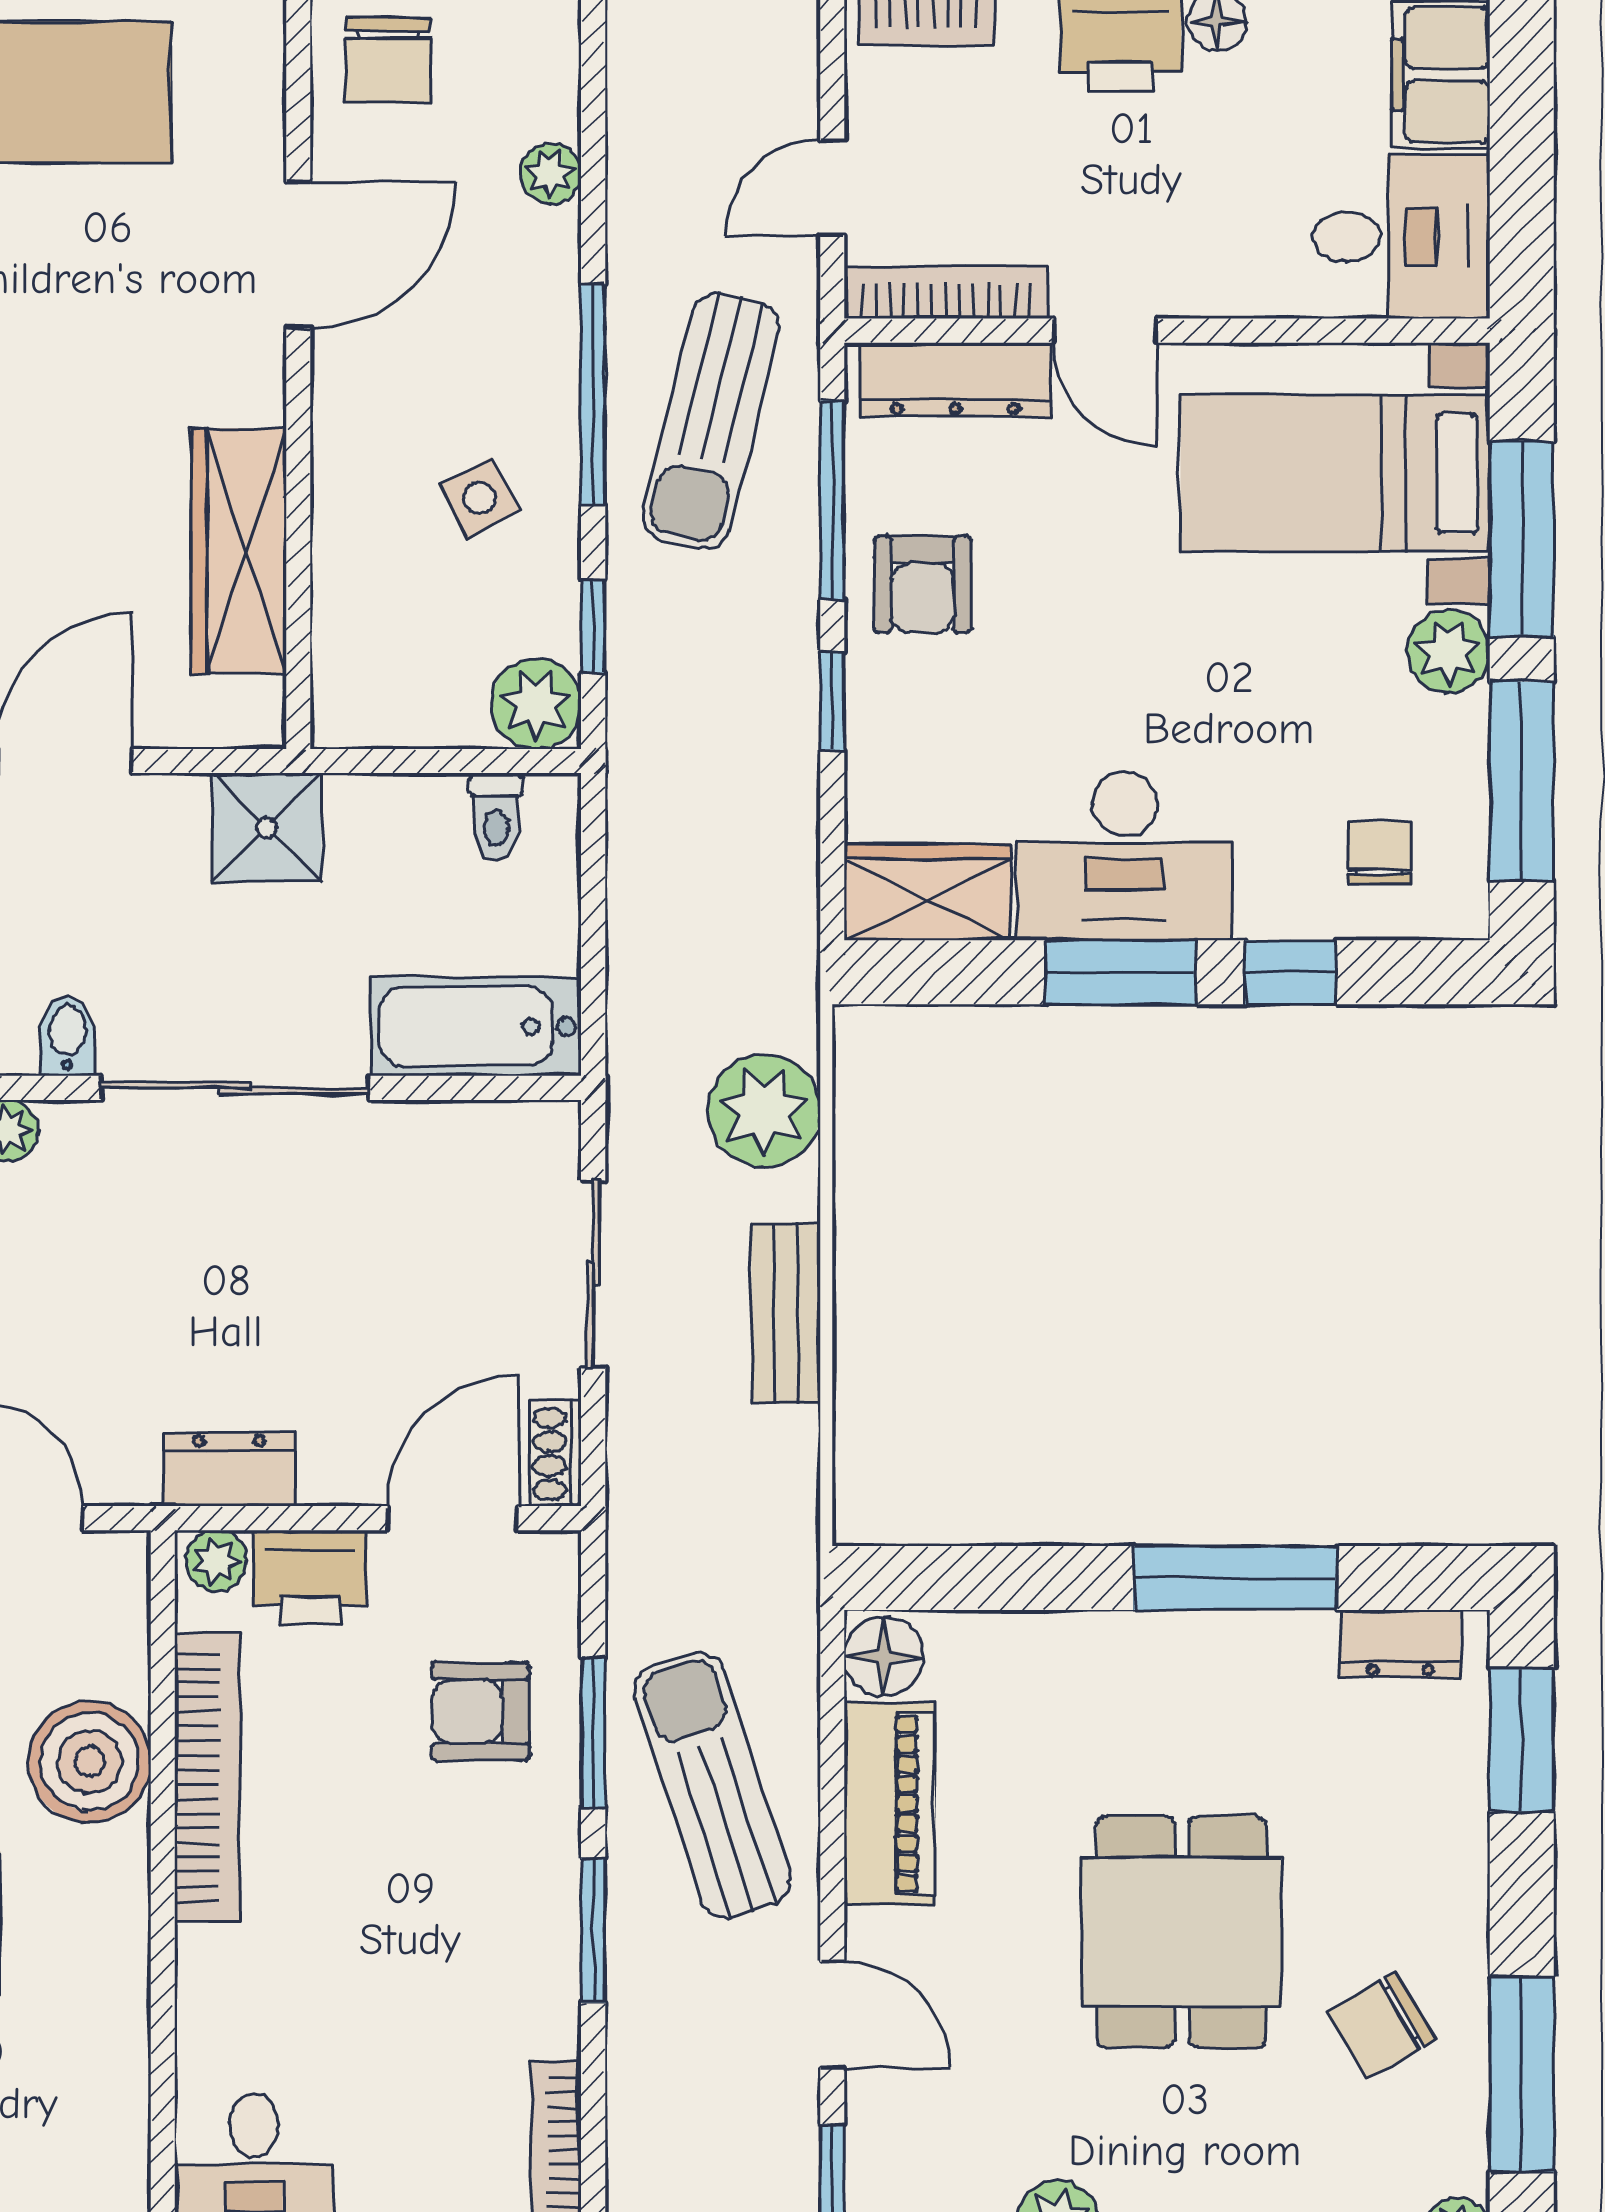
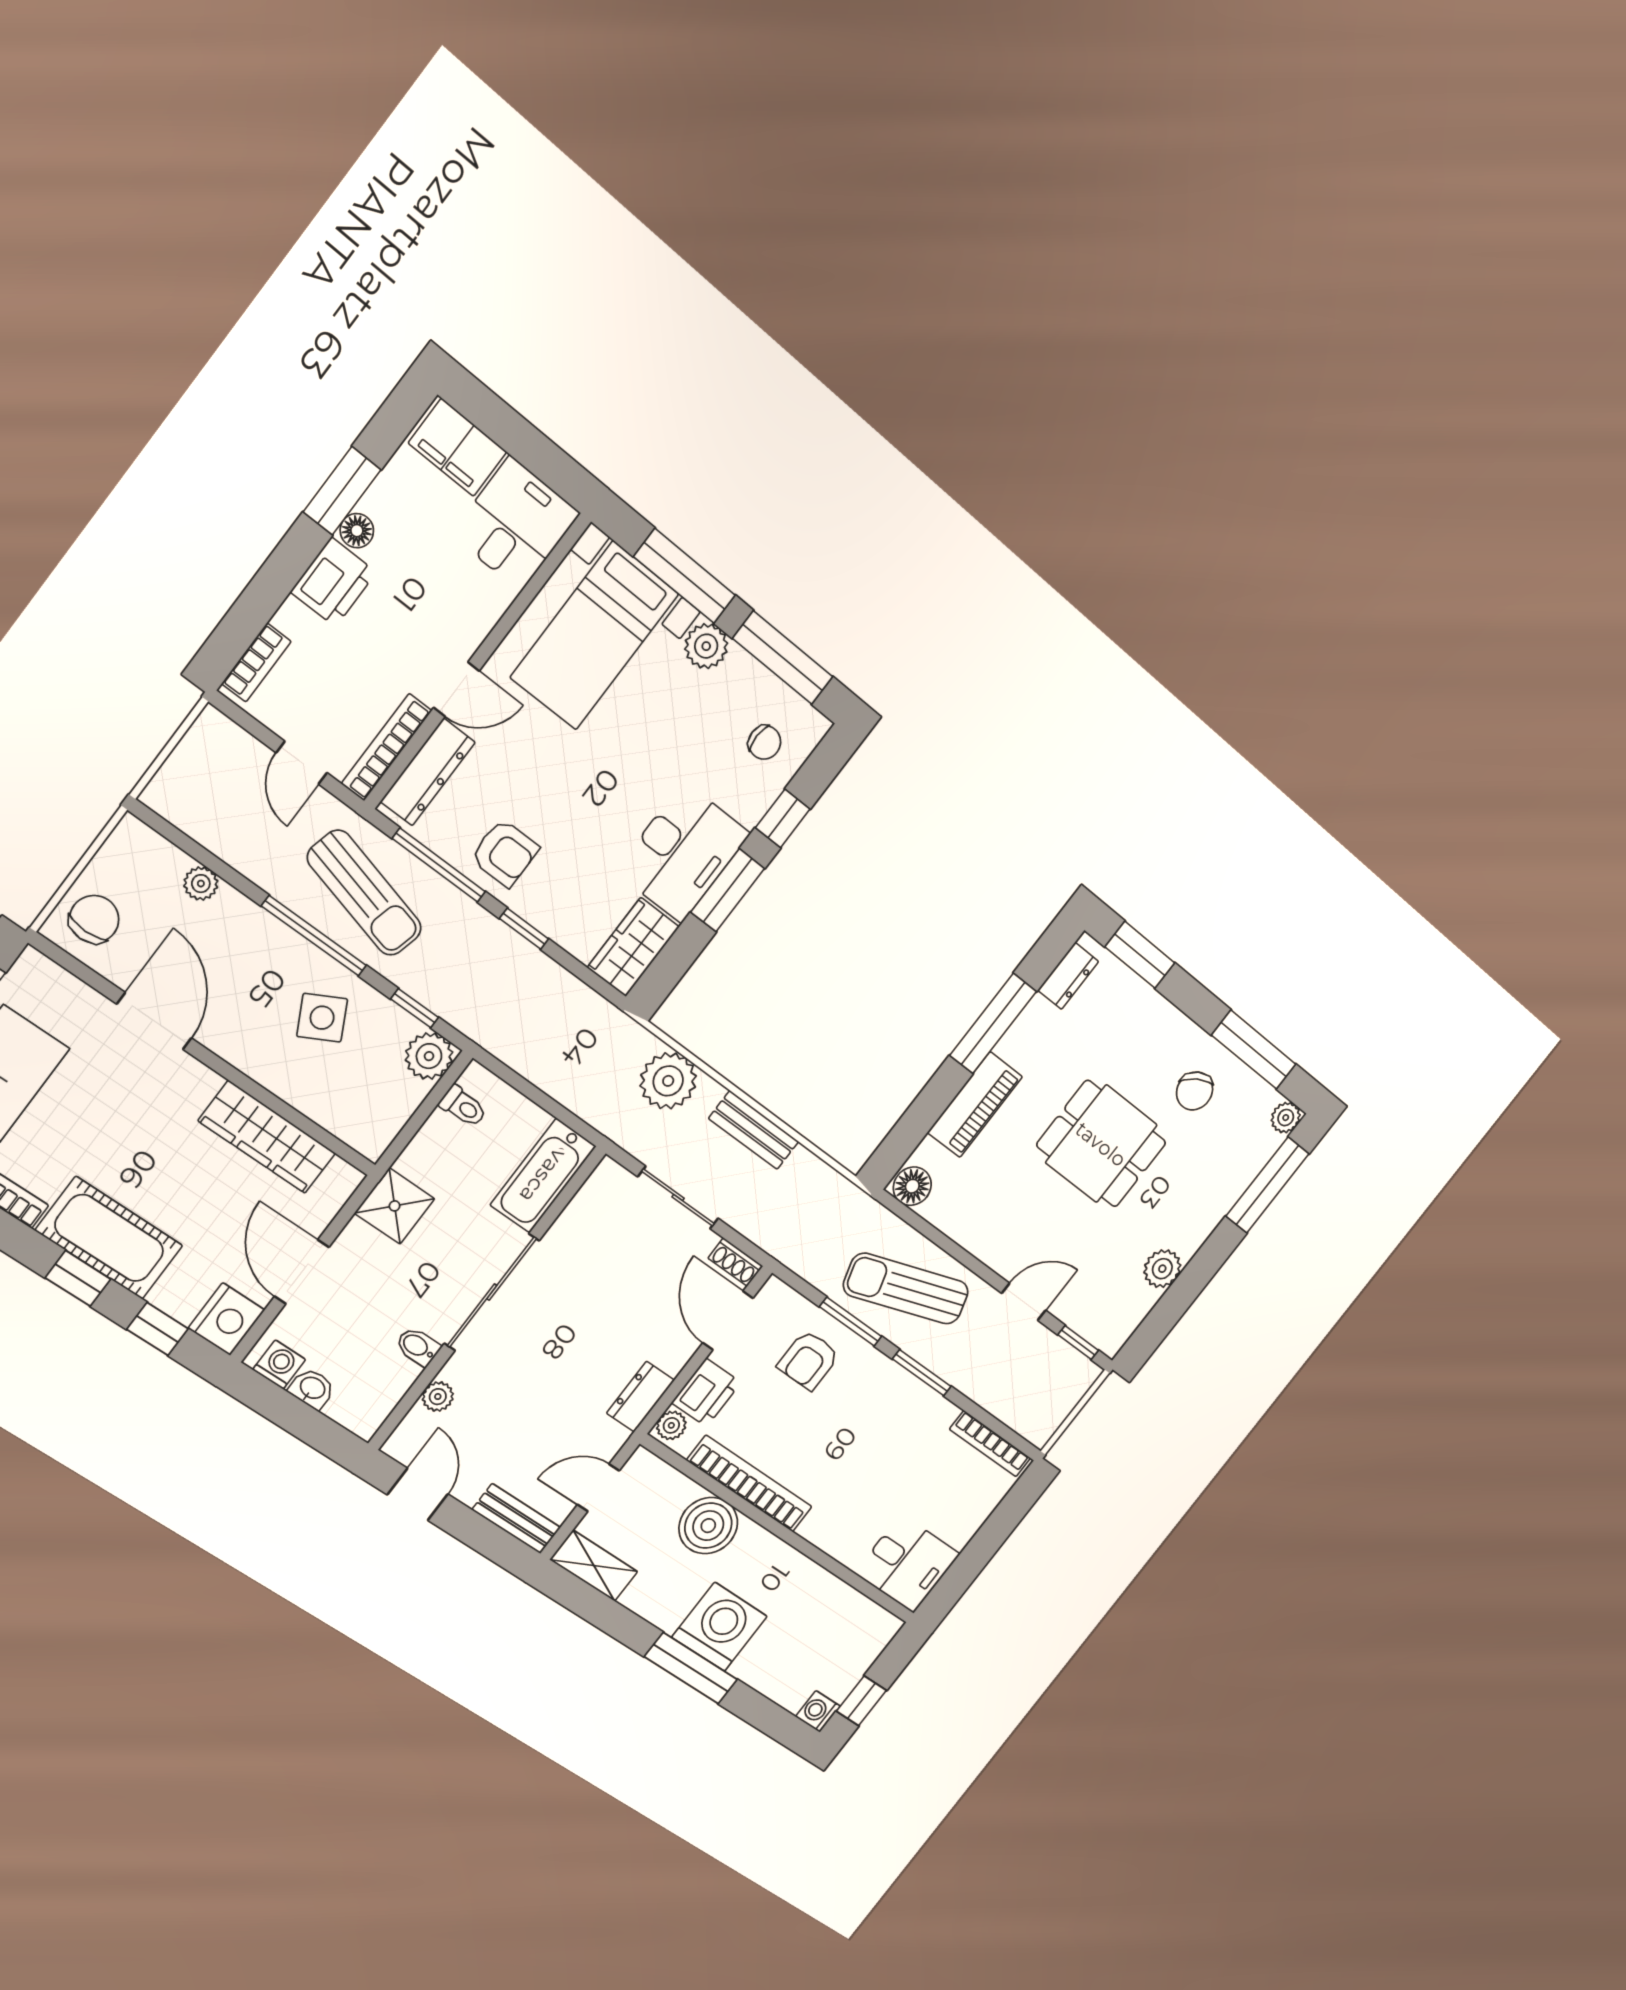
chair: (388, 60) -> (94, 919), turned -90
side table: (479, 498) -> (322, 1018), width x1.37, depth x1.37
chair: (1379, 853) -> (765, 742), turned 180
piano: (889, 1804) -> (975, 1105), moved, turned 90

